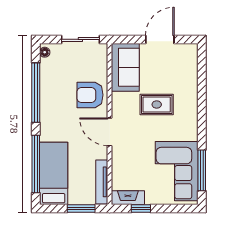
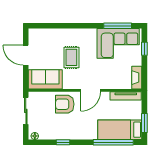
window: (36, 93) -> (63, 142), width x0.32
armchair: (90, 95) -> (65, 104), turned 90
window: (81, 209) -> (144, 123), moved
window: (141, 209) -> (144, 49), moved

